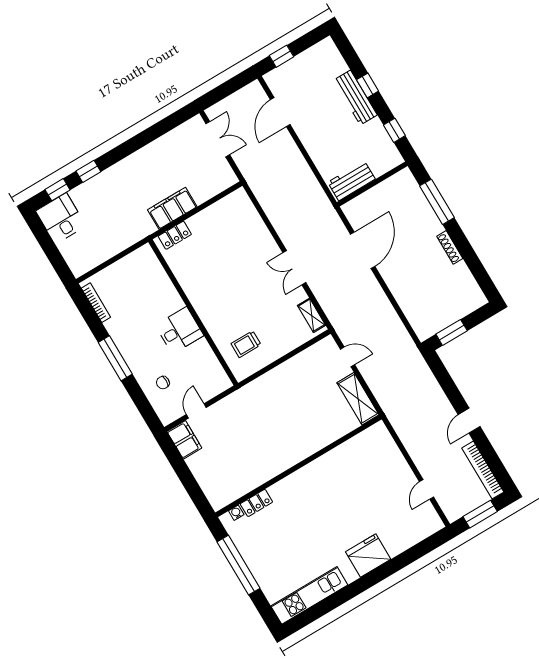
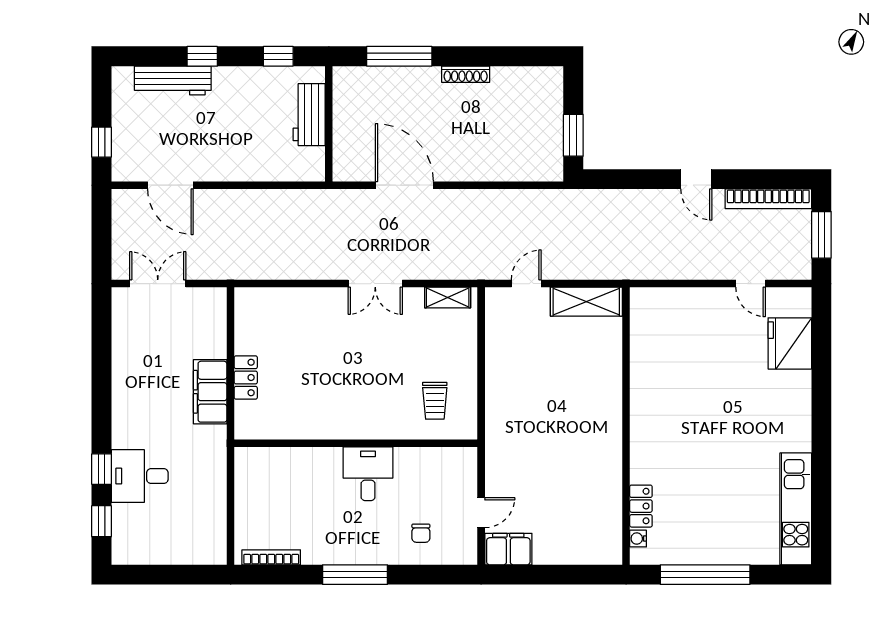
workbench: (355, 98) -> (173, 81), moved
workbench: (351, 181) -> (309, 115), moved
desk: (61, 218) -> (140, 476), moved
locker: (175, 235) -> (246, 377), moved
door: (196, 411) -> (481, 513), swing flipped
fridge: (368, 556) -> (790, 343), moved

